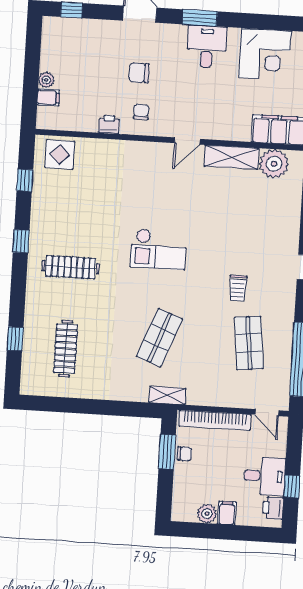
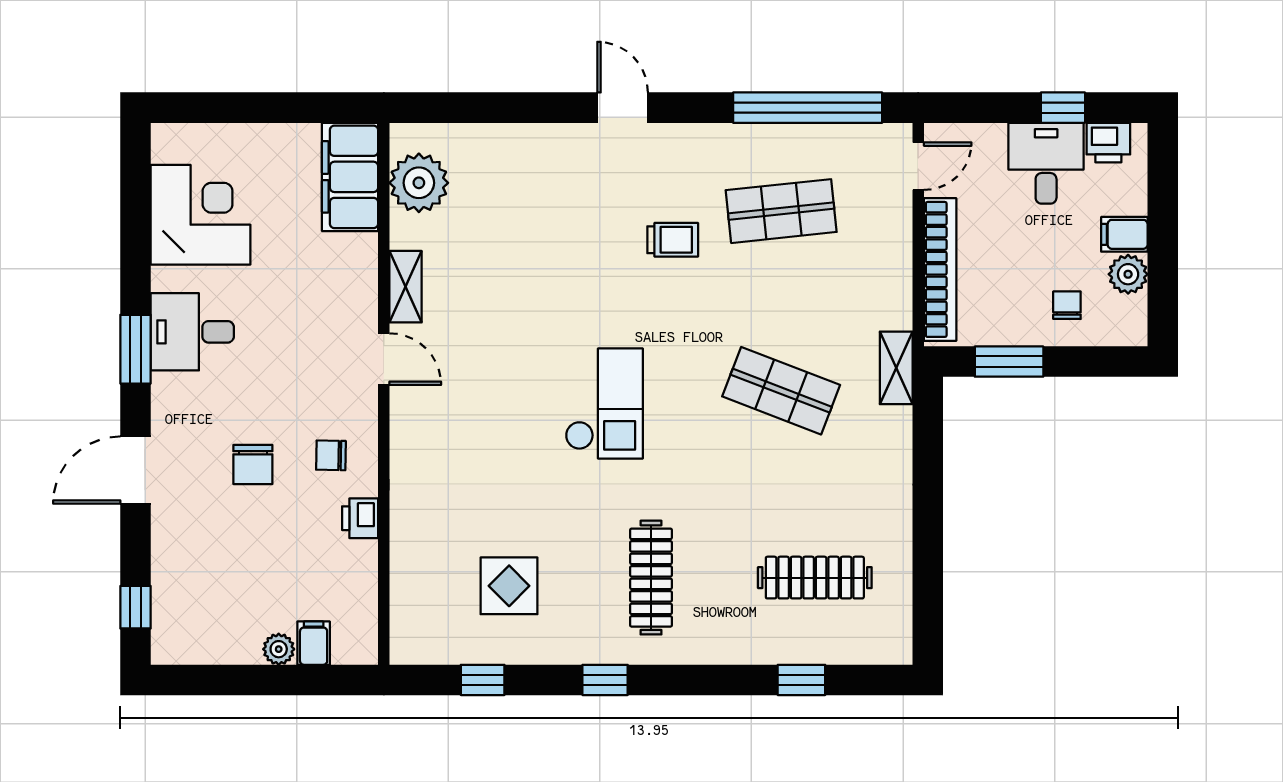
display table: (60, 155) -> (509, 586), moved
shelving: (231, 157) -> (406, 287), width x0.67, depth x0.75
chair: (185, 454) -> (1067, 305), moved

